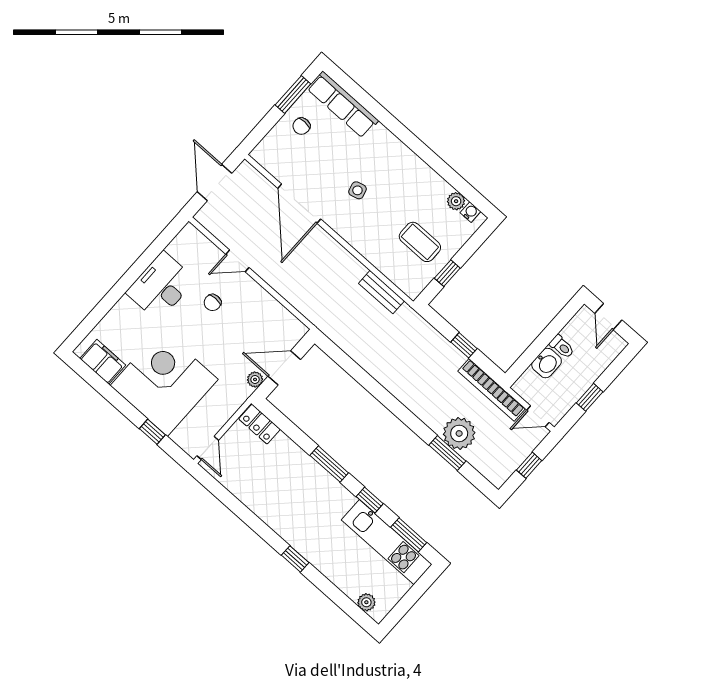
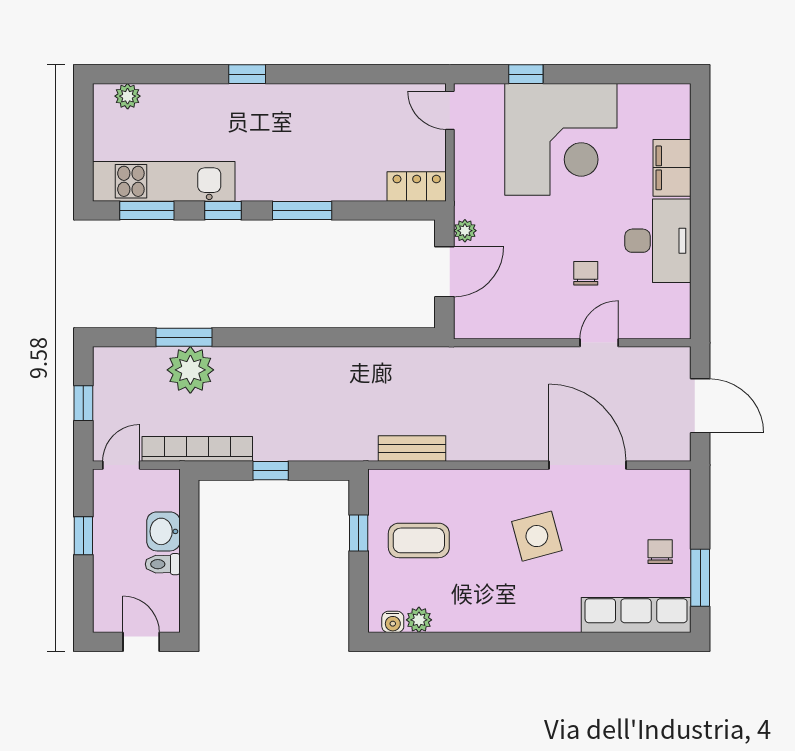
side table: (357, 190) -> (537, 536), width x1.87, depth x1.87
filing cabinet: (103, 362) -> (672, 168), moved, turned 90

